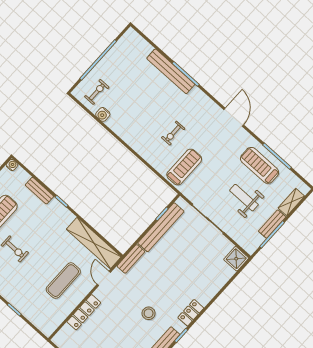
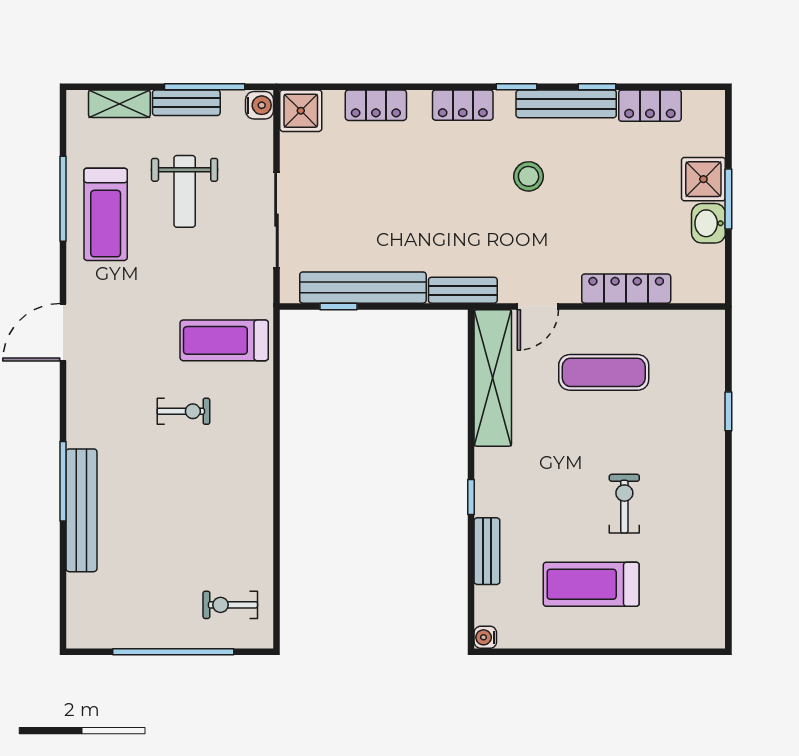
water cooler: (103, 114) -> (260, 105), moved
locker: (216, 285) -> (376, 105), added

